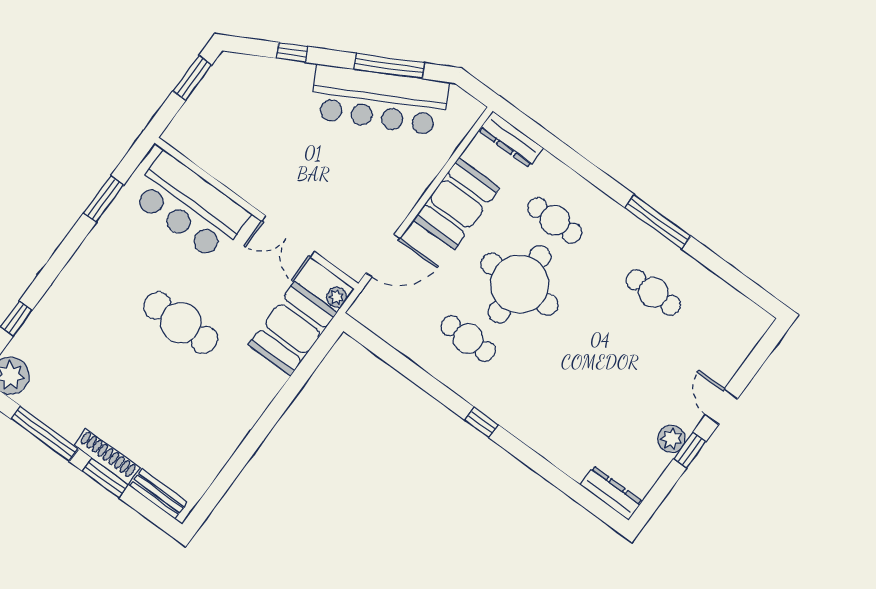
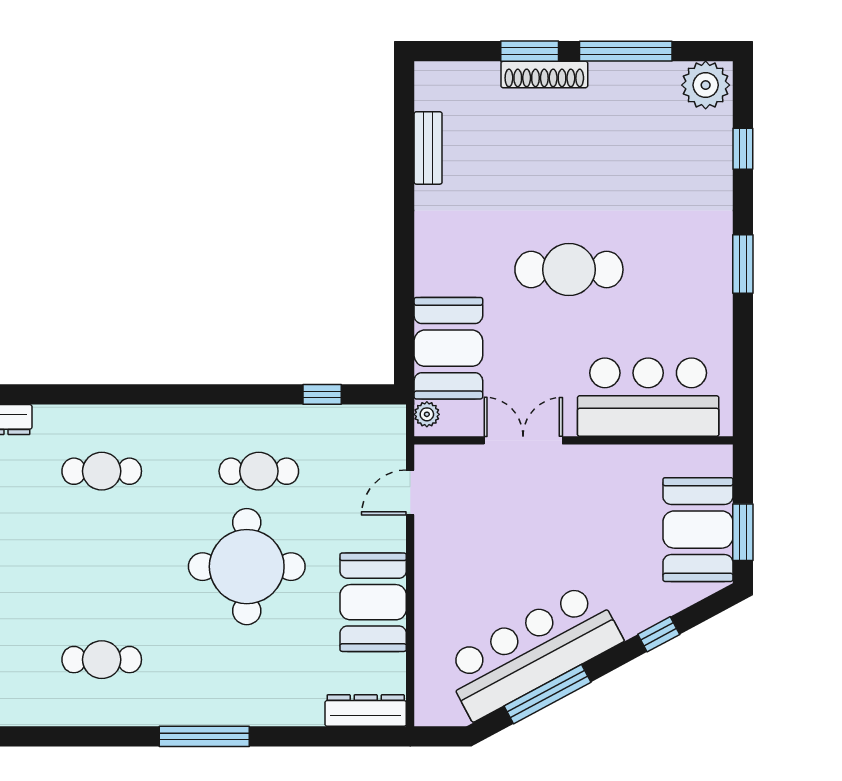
booth: (219, 100) -> (698, 530), added
window: (104, 199) -> (743, 264), moved
cafe table: (555, 220) -> (102, 471), moved
window: (658, 222) -> (204, 736), moved
door: (383, 256) -> (410, 493), width x0.73
window: (482, 422) -> (322, 394), moved
bench: (158, 494) -> (428, 148), moved, turned 90

